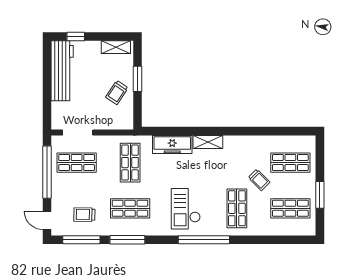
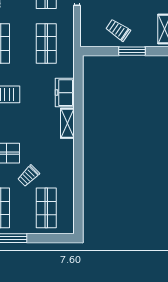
freezer: (172, 144) -> (65, 93), width x0.71
shop shelf: (130, 163) -> (46, 44), turned 90

